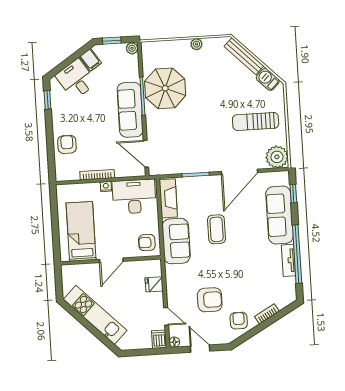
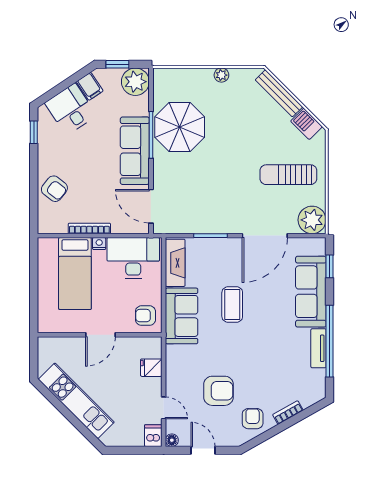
plant: (132, 48) -> (135, 82), width x1.87, depth x1.87
armchair: (67, 144) -> (54, 189), turned 128
bed: (81, 231) -> (75, 274), moved, turned 180

